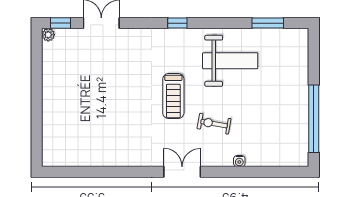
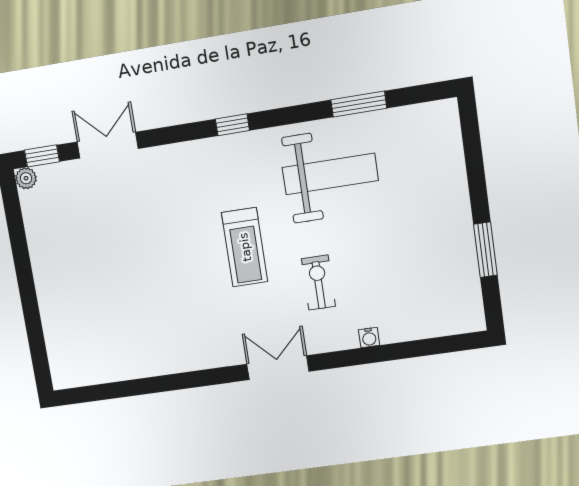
window: (268, 23) -> (359, 104), moved
window: (314, 119) -> (485, 250), width x0.47
exercise bike: (214, 124) -> (318, 283), turned 80

